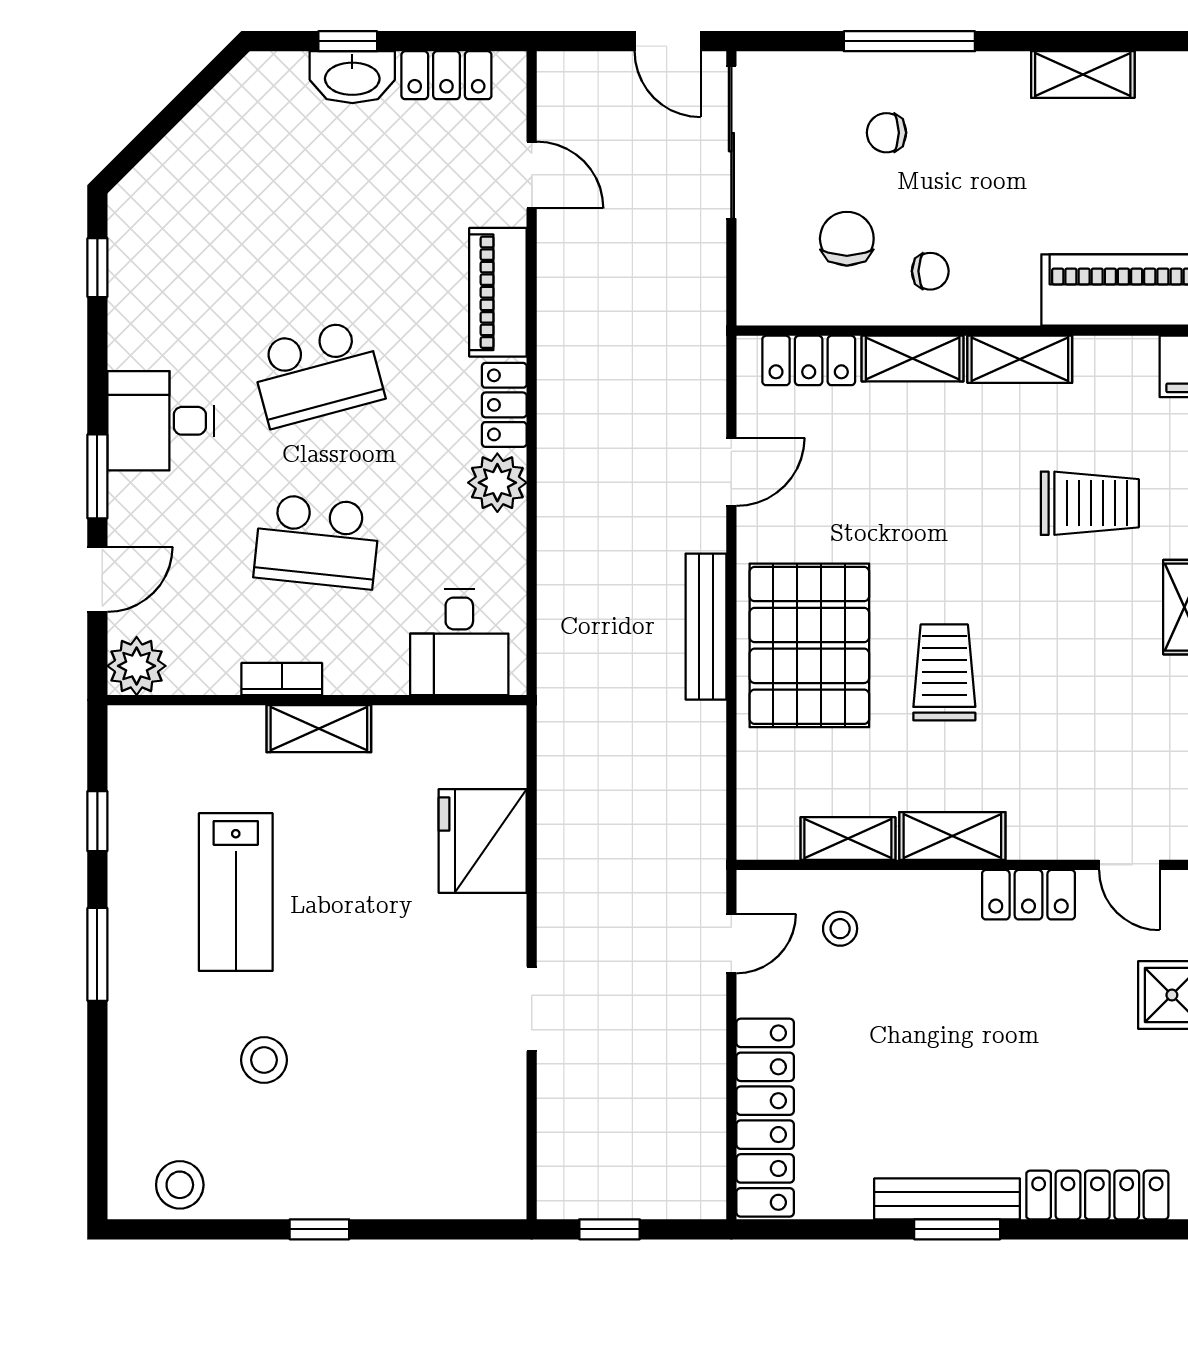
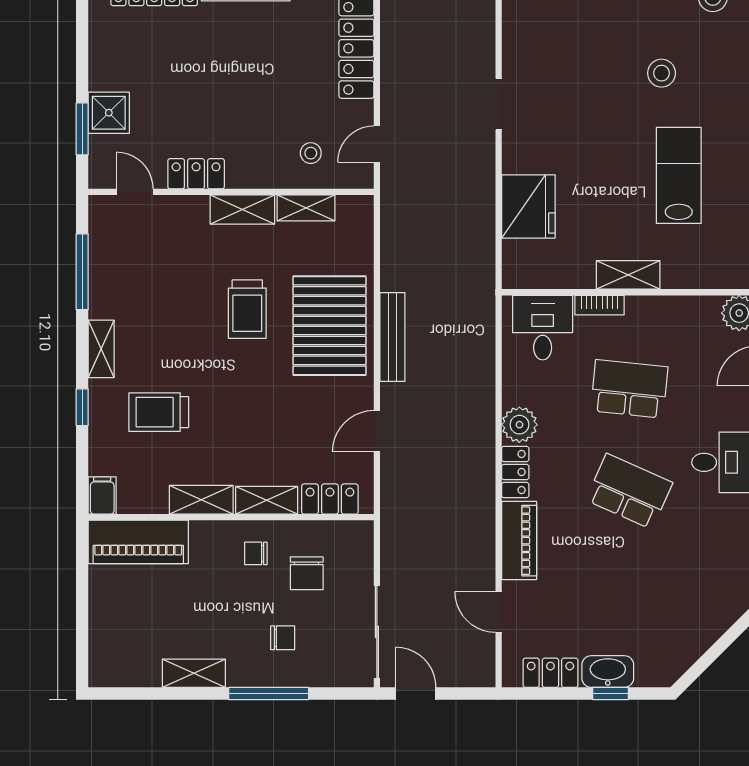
shelving: (1083, 74) -> (194, 673), moved
school desk: (317, 373) -> (629, 491), turned 39
bookcase: (282, 679) -> (600, 305), moved

